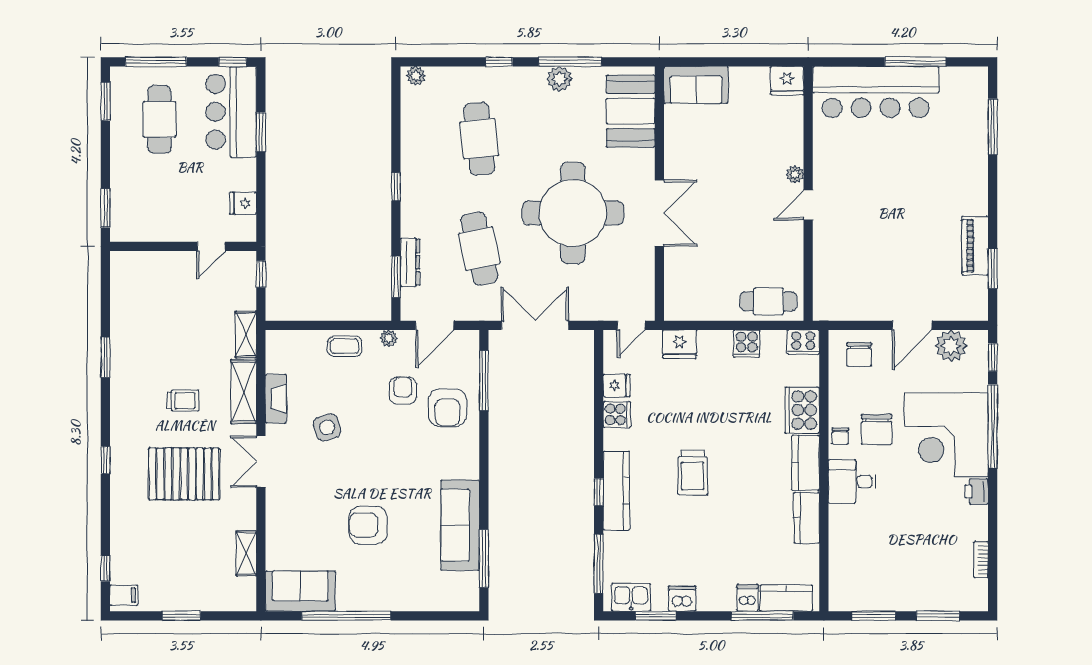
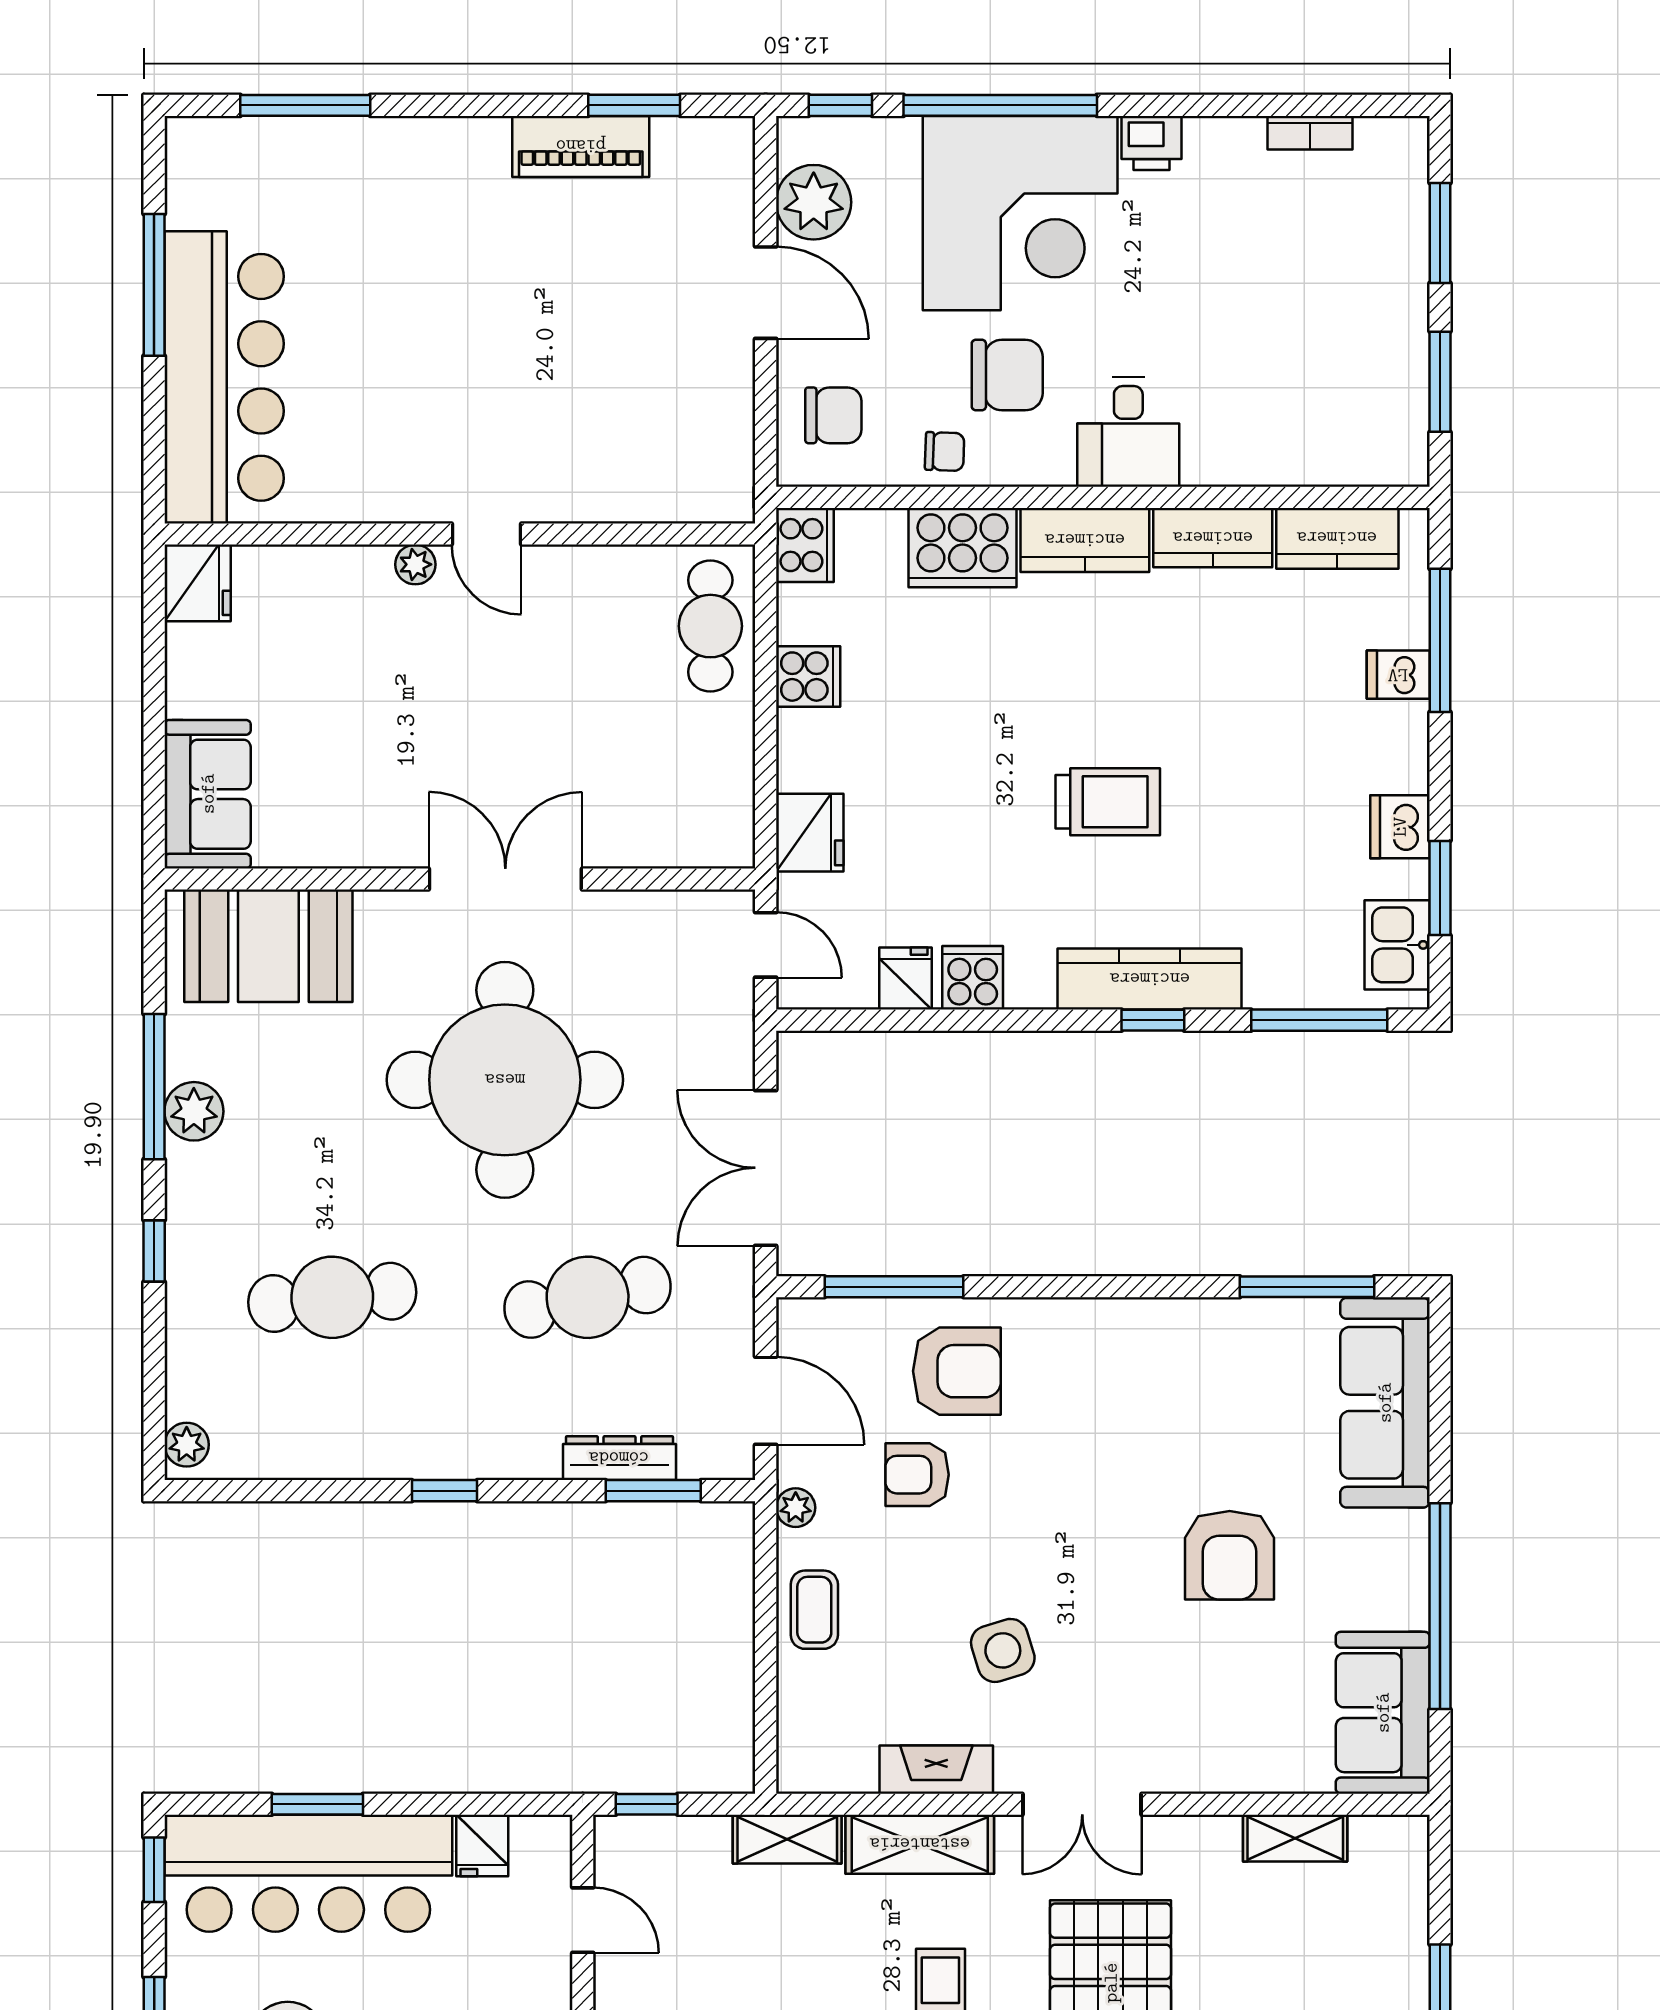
bar counter: (231, 112) -> (308, 1873), width x1.36
chair: (840, 436) -> (945, 451), moved
sofa: (460, 525) -> (1385, 1403), moved, turned 90
kitchen counter: (786, 598) -> (1337, 538), moved, turned -90

